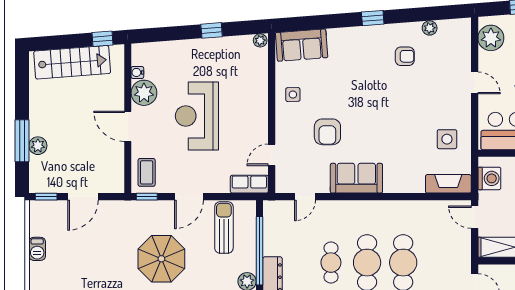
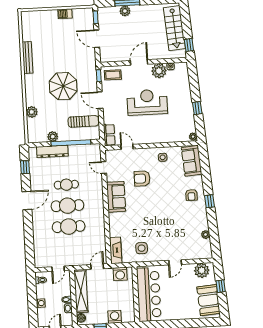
armchair: (405, 56) -> (191, 195), moved

